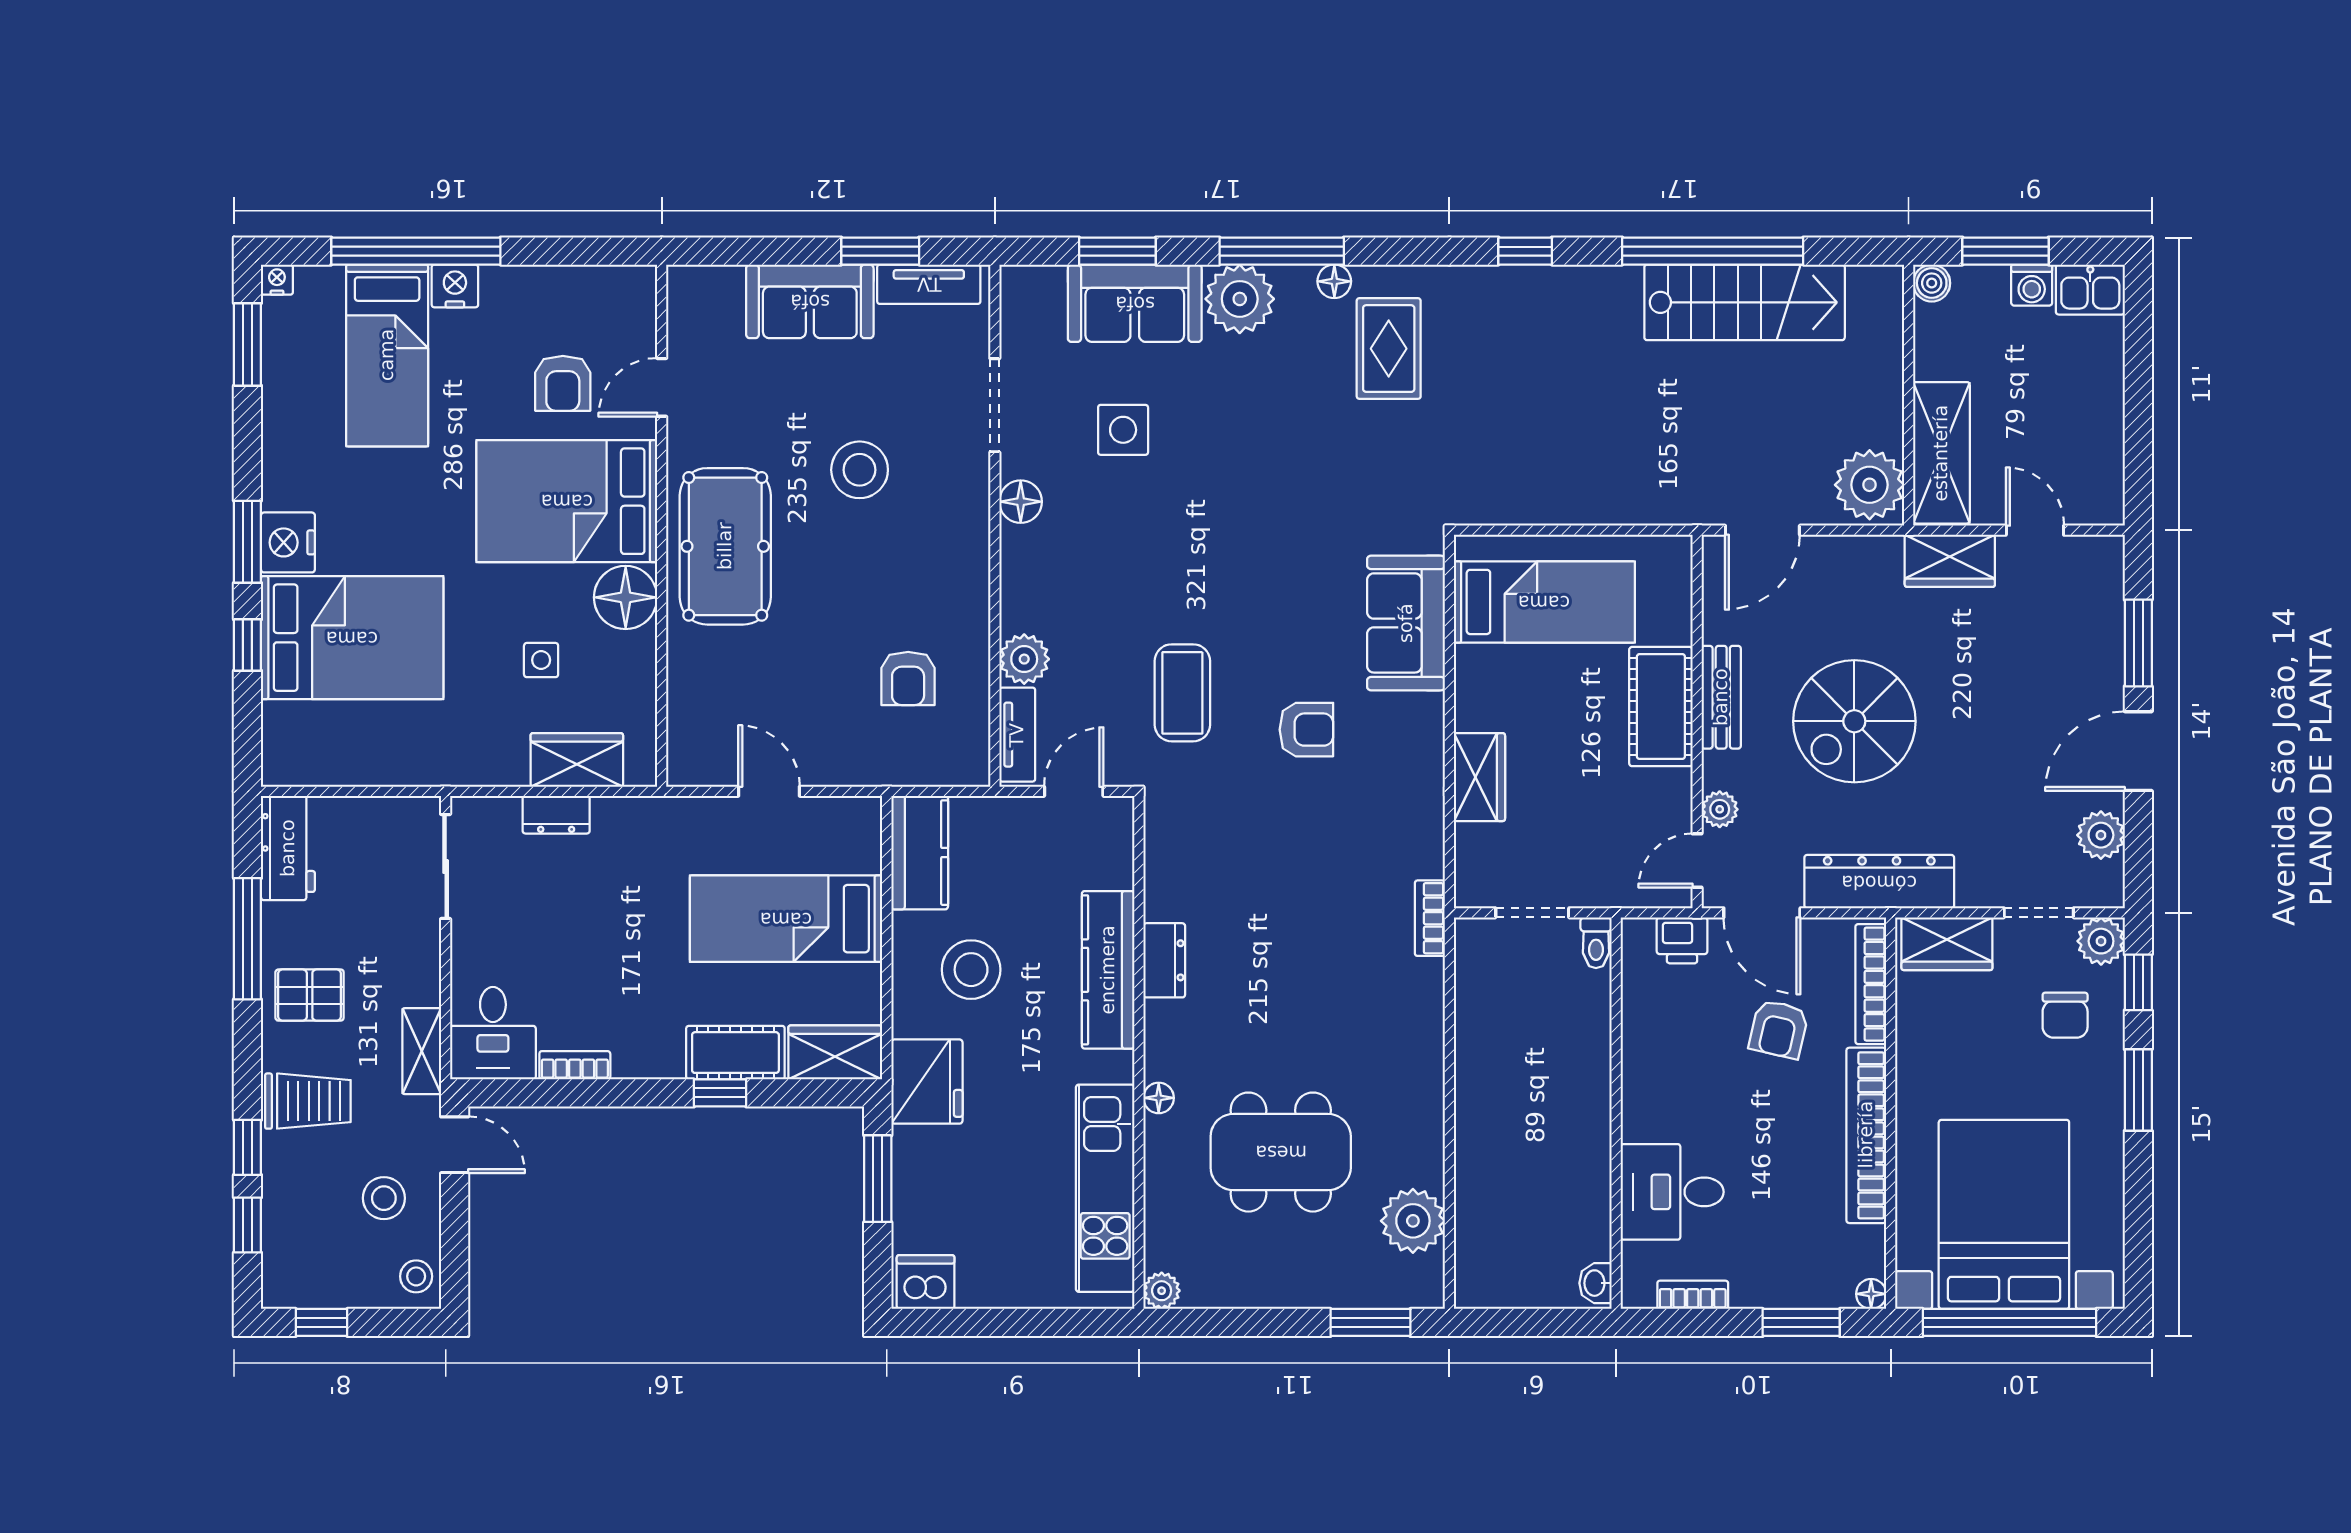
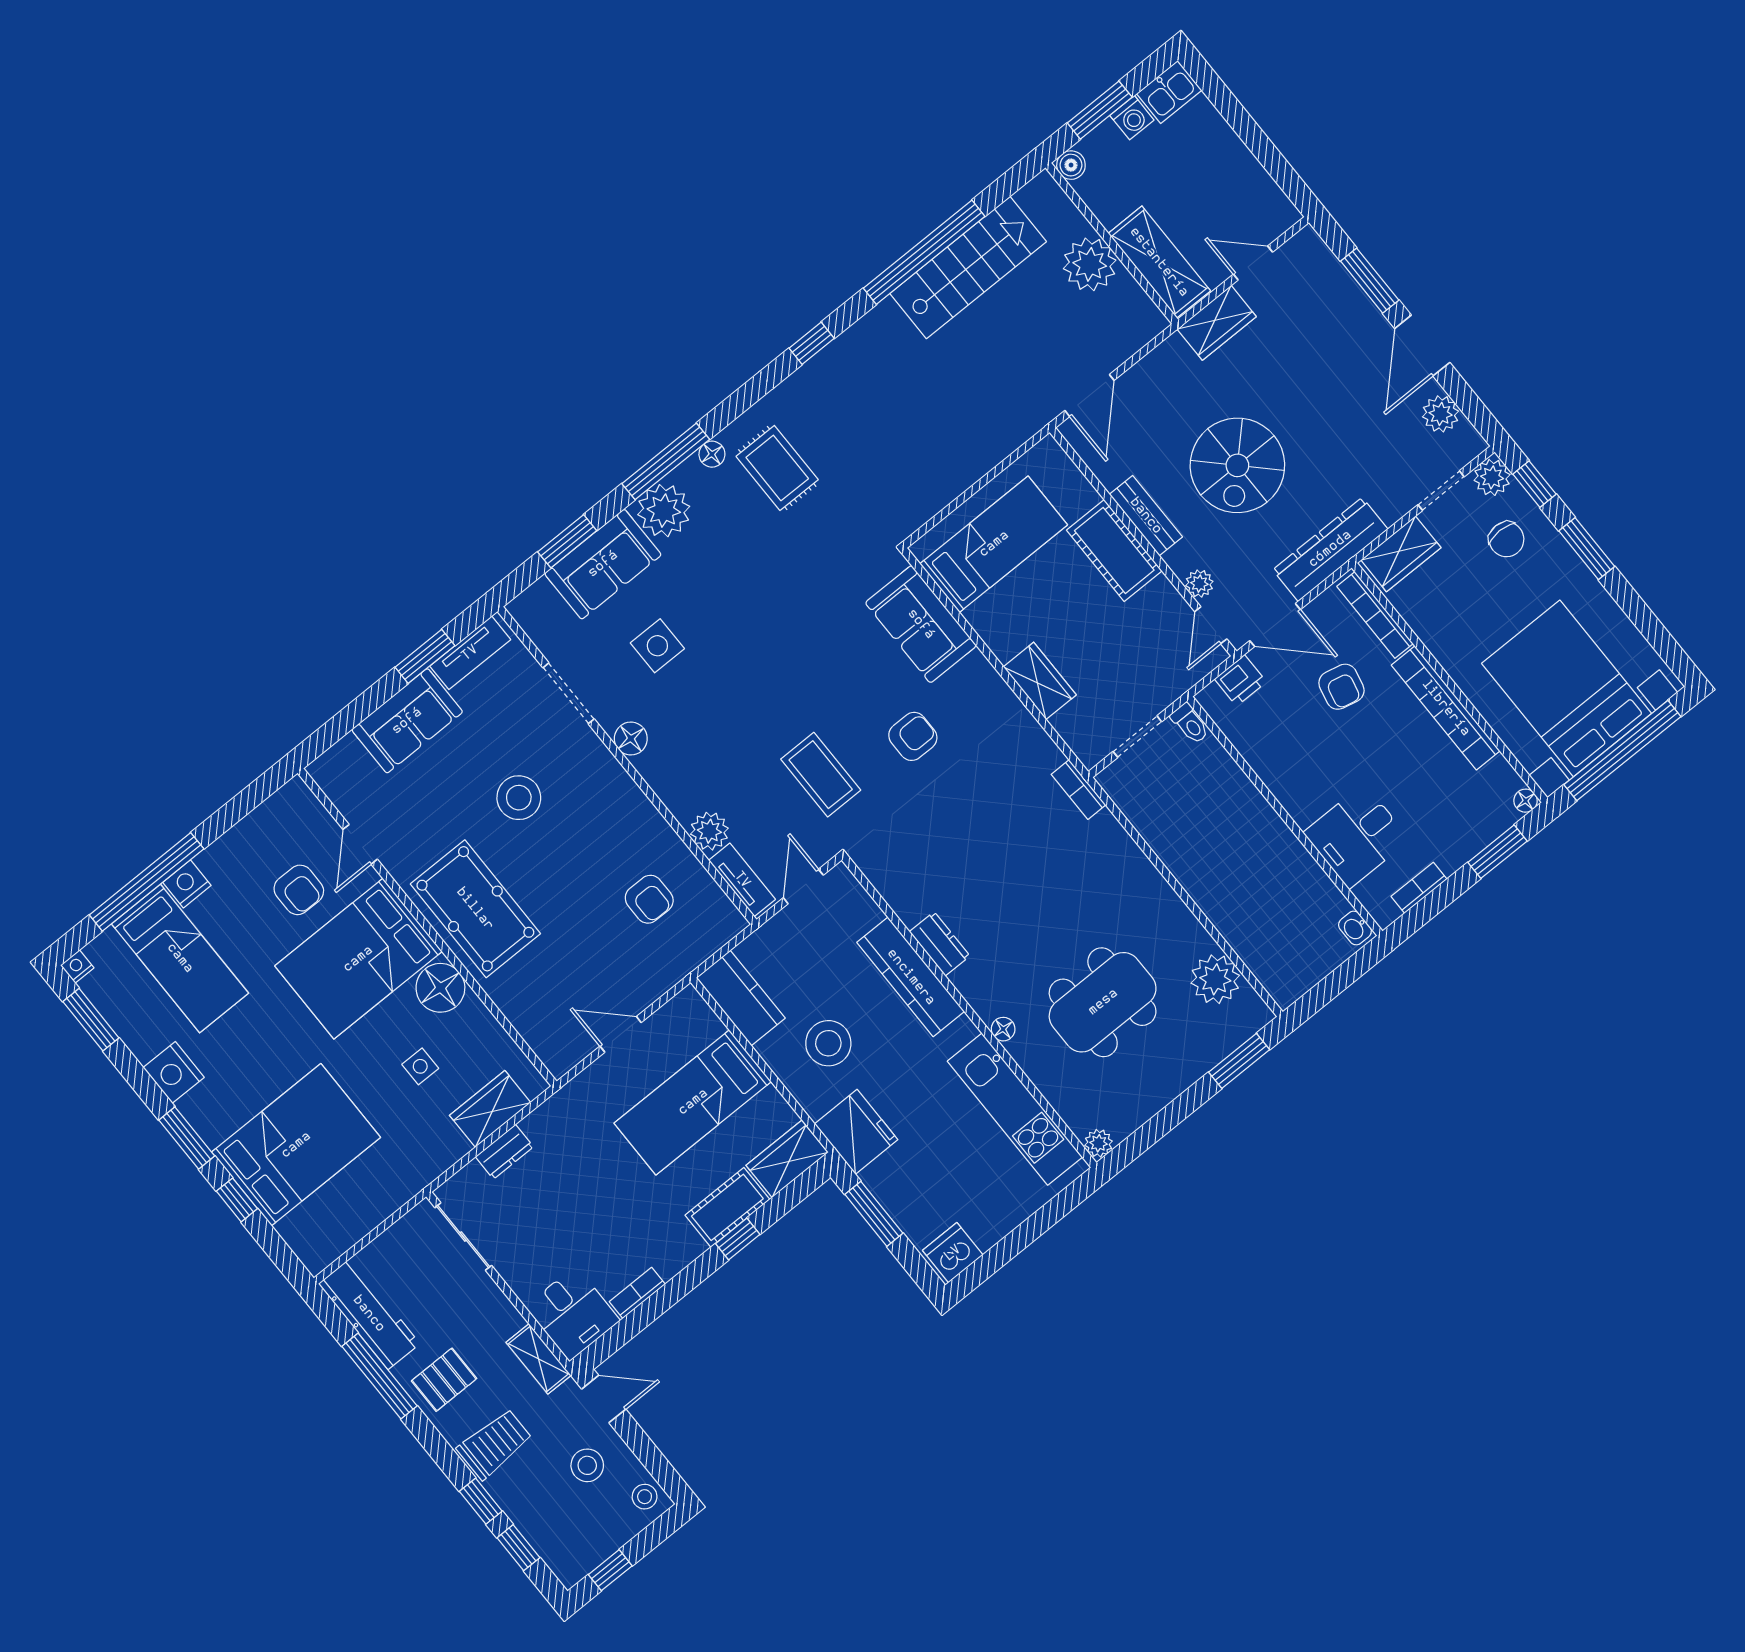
plant: (1870, 485) -> (1090, 264), moved
nightstand: (288, 542) -> (174, 1072), moved
workbench: (288, 848) -> (369, 1314), width x1.38

